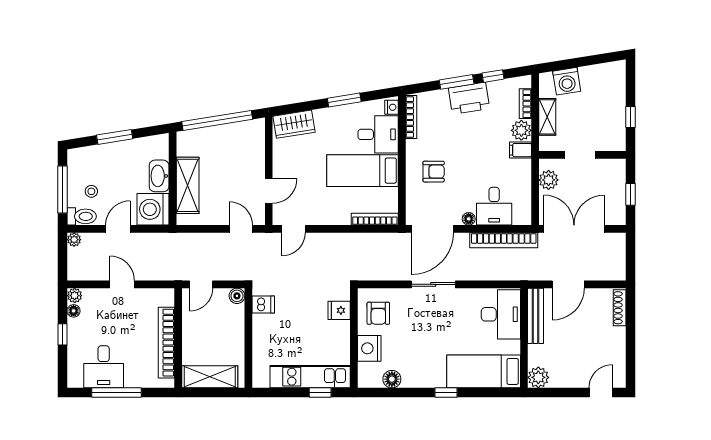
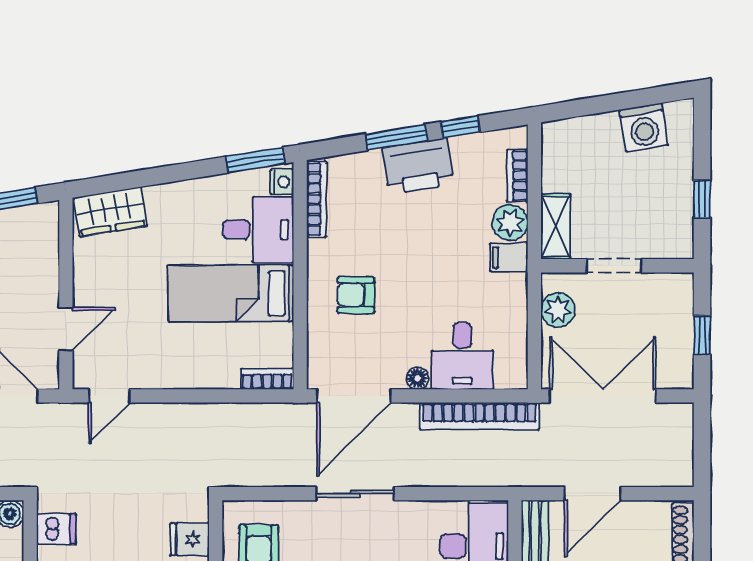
washing machine: (567, 81) -> (644, 127), moved
window: (344, 100) -> (255, 160), moved
shelving: (547, 117) -> (556, 227), moved
armchair: (434, 172) -> (356, 295), turned 180
bookcase: (375, 219) -> (267, 379), width x0.64

